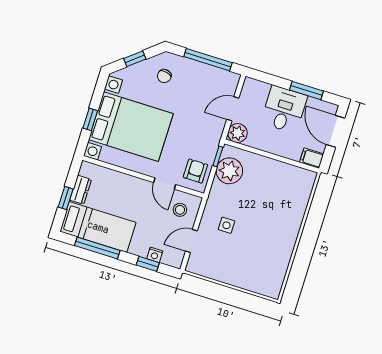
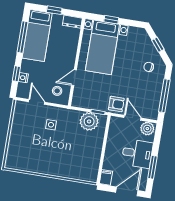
bed with nightstands: (131, 127) -> (102, 47), width x0.73
plant: (237, 133) -> (147, 129), moved
armchair: (195, 171) -> (116, 104), moved
dresser: (81, 190) -> (72, 22), moved

